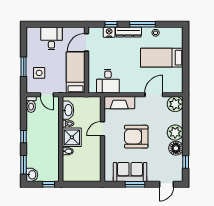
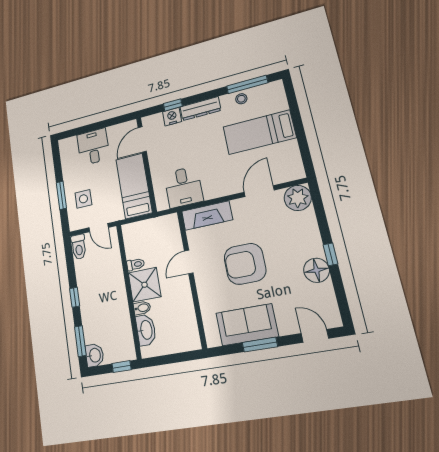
window: (142, 24) -> (247, 84), moved
washbasin: (68, 110) -> (146, 330), moved
plant: (175, 133) -> (309, 244), removed
window: (186, 162) -> (331, 254), moved
door: (166, 184) -> (315, 336), swing flipped

